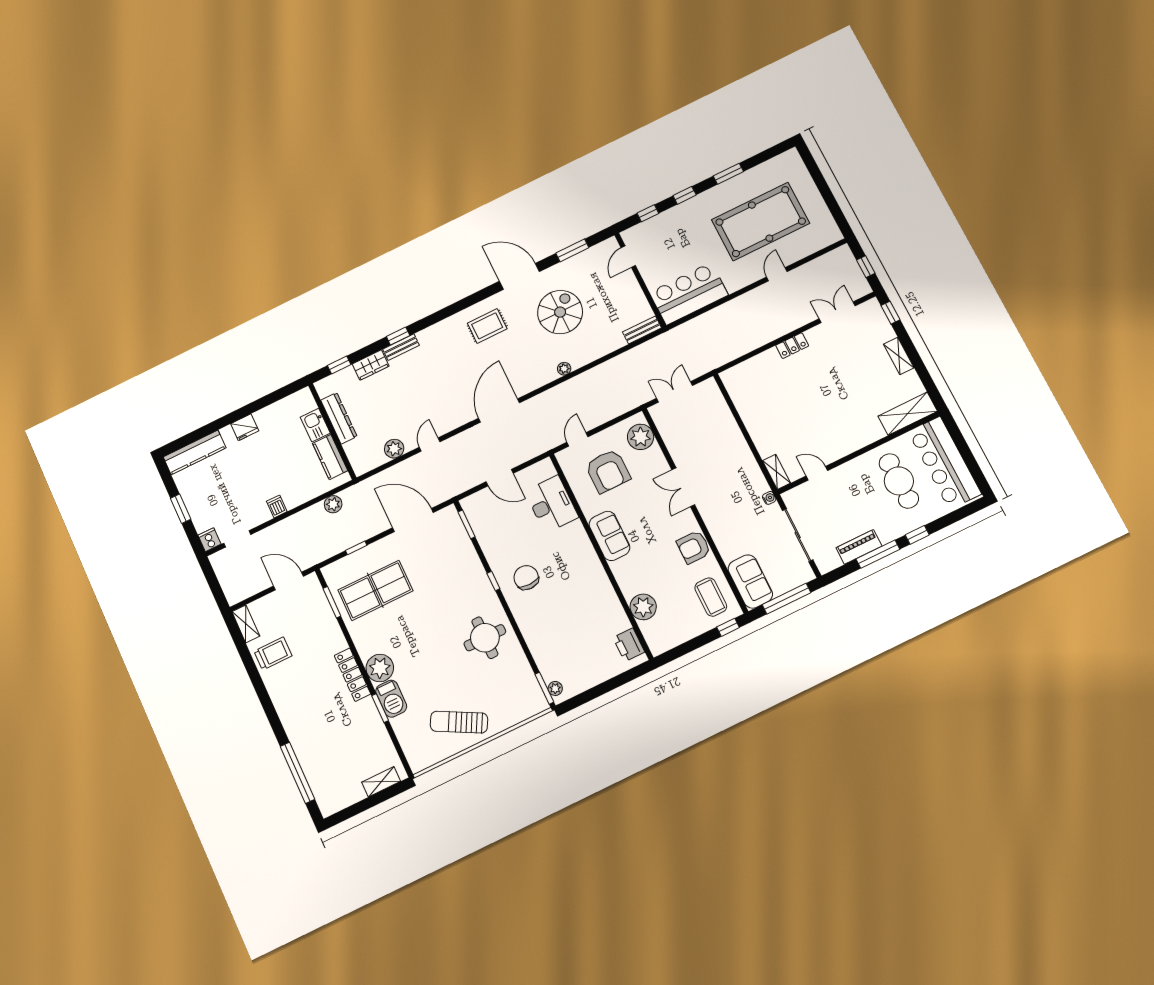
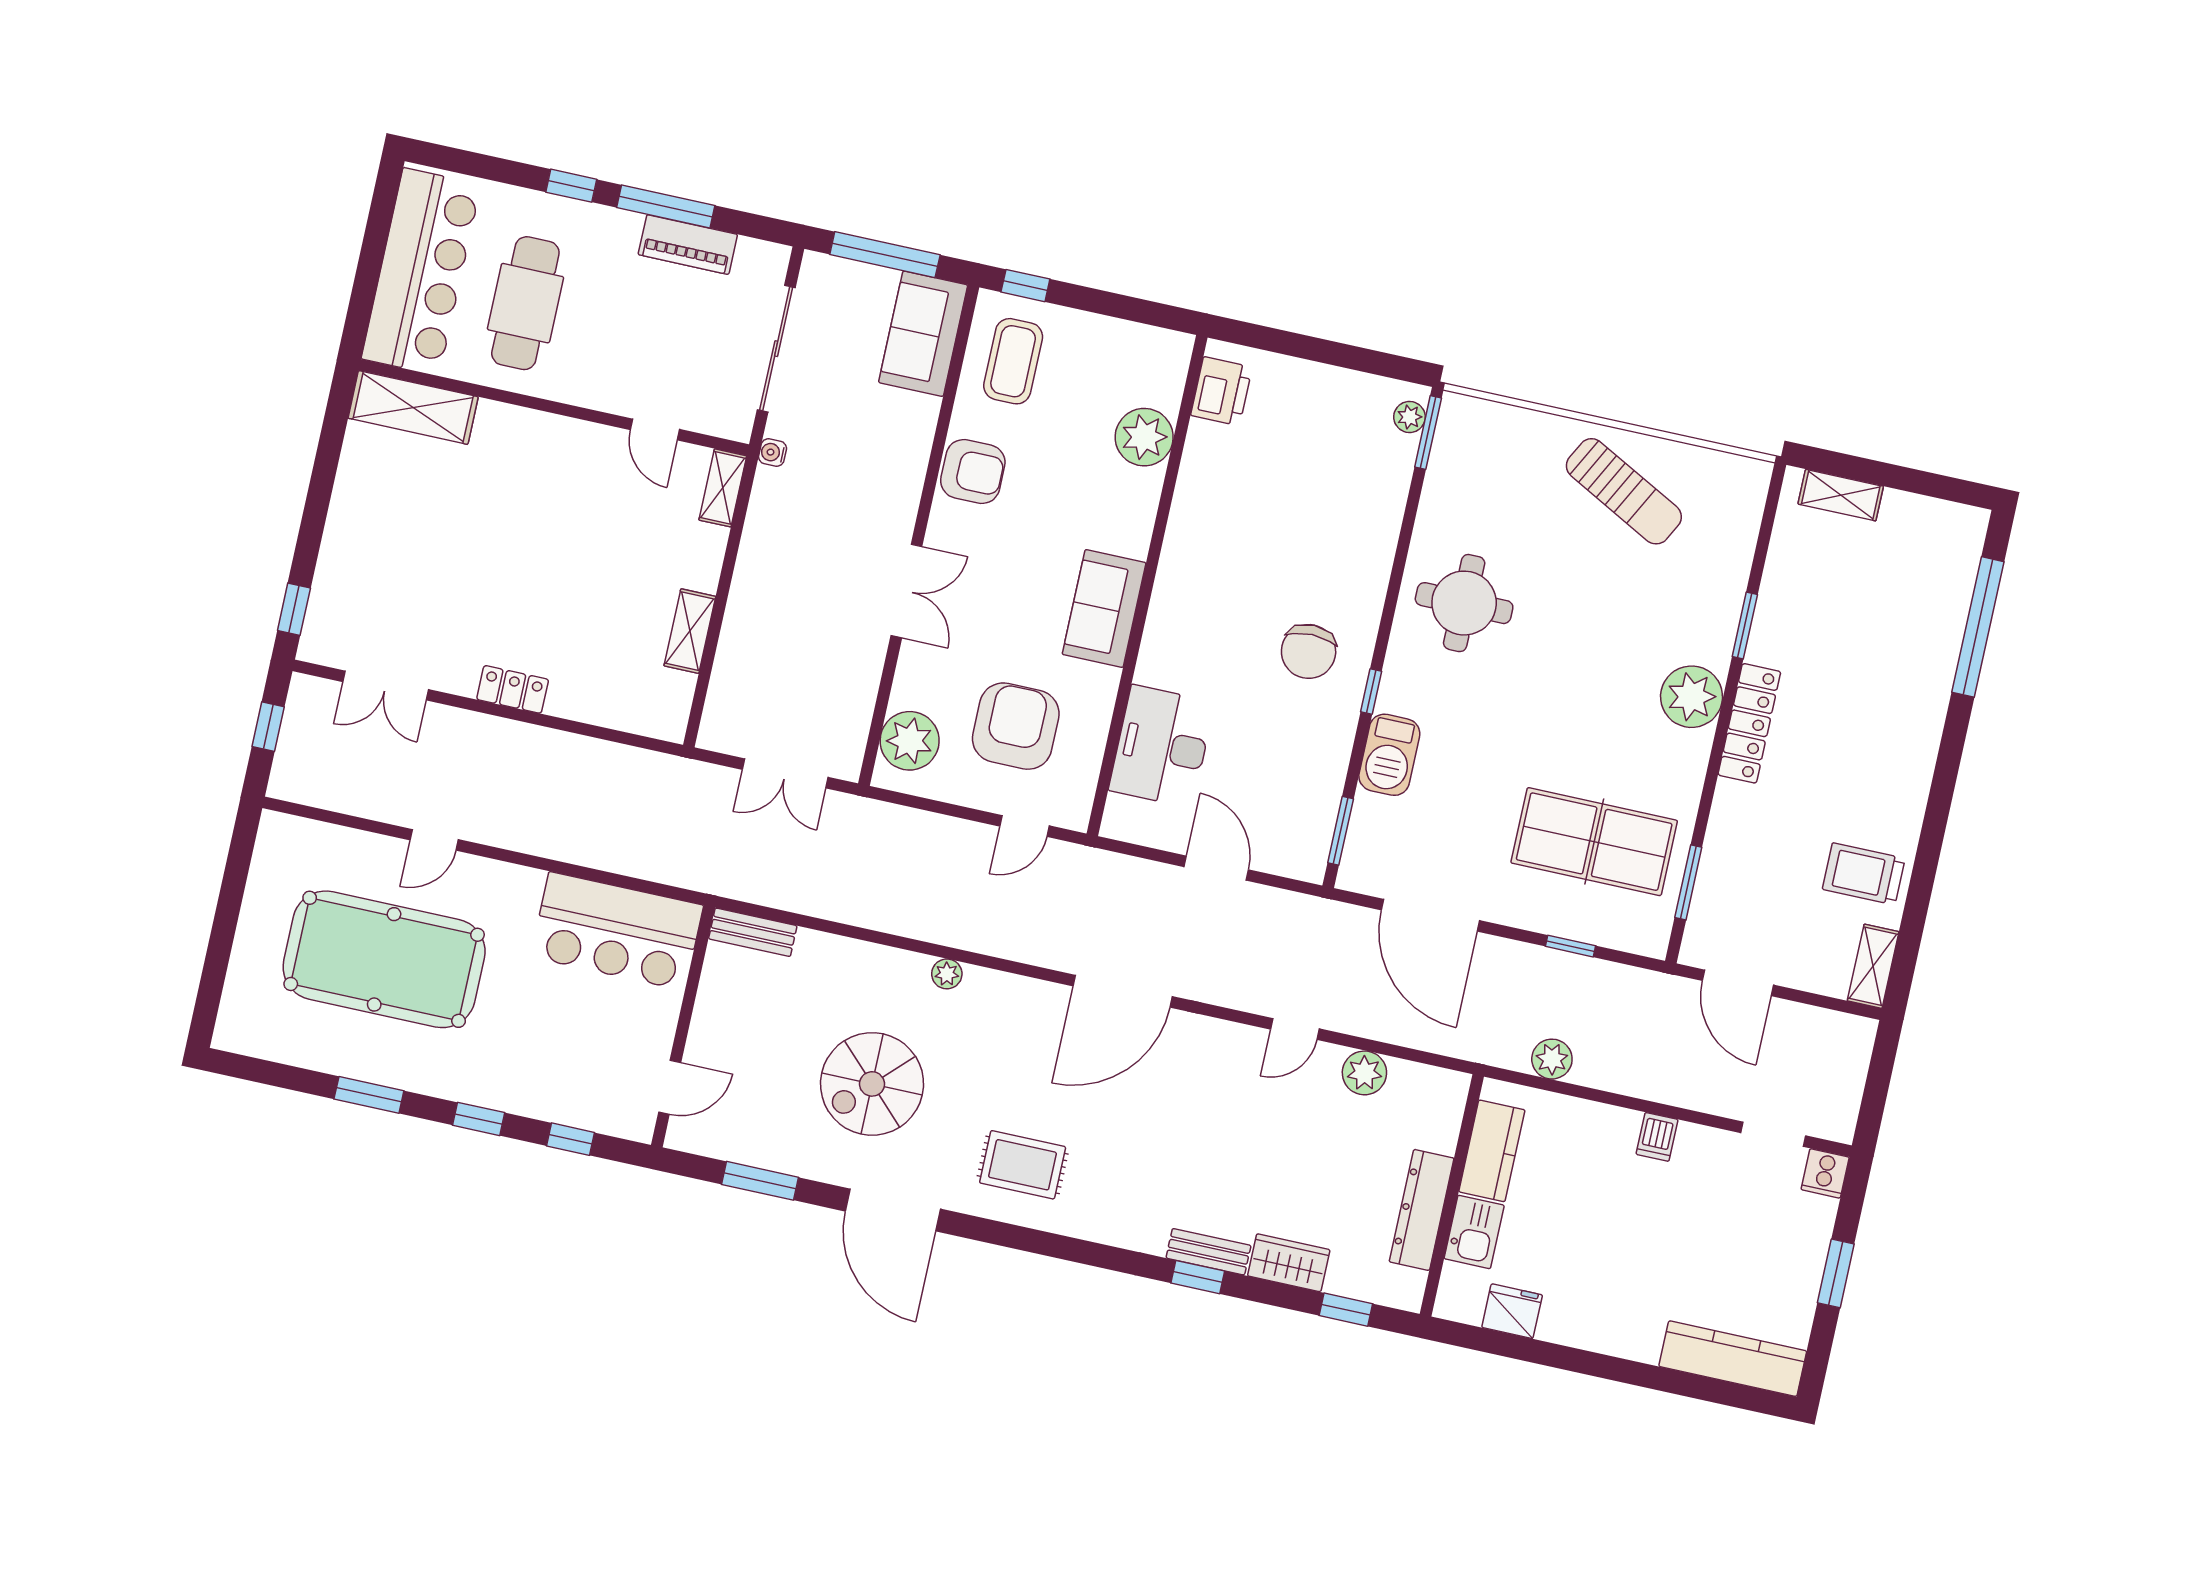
shelving: (899, 356) -> (690, 631), moved
fridge: (245, 427) -> (1512, 1311), moved
barbecue: (391, 699) -> (1389, 755), moved, turned 180

